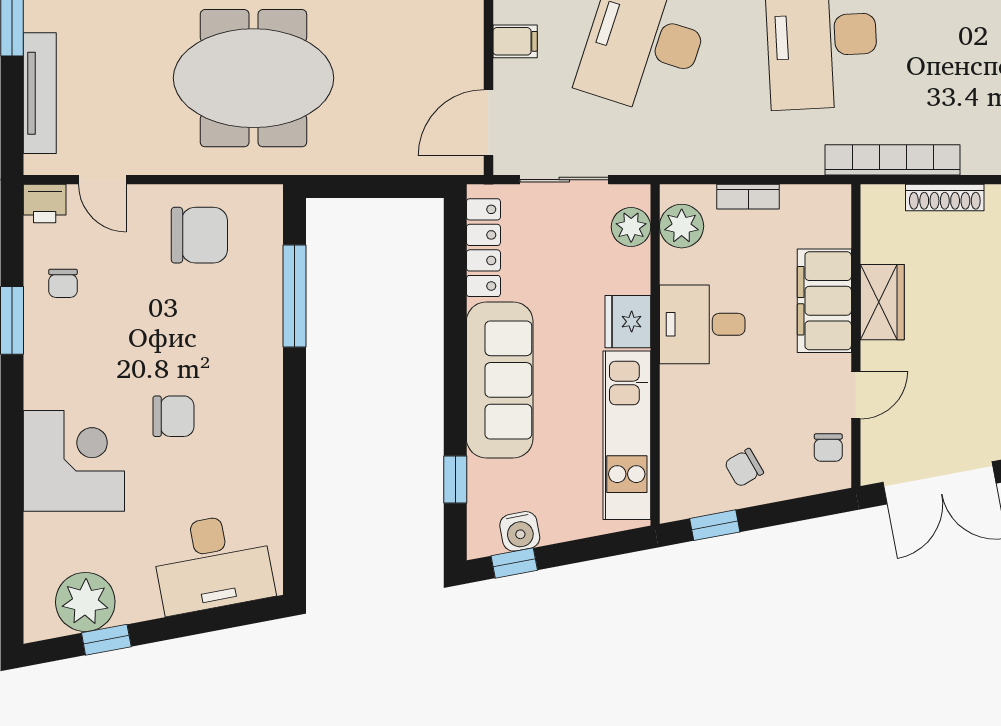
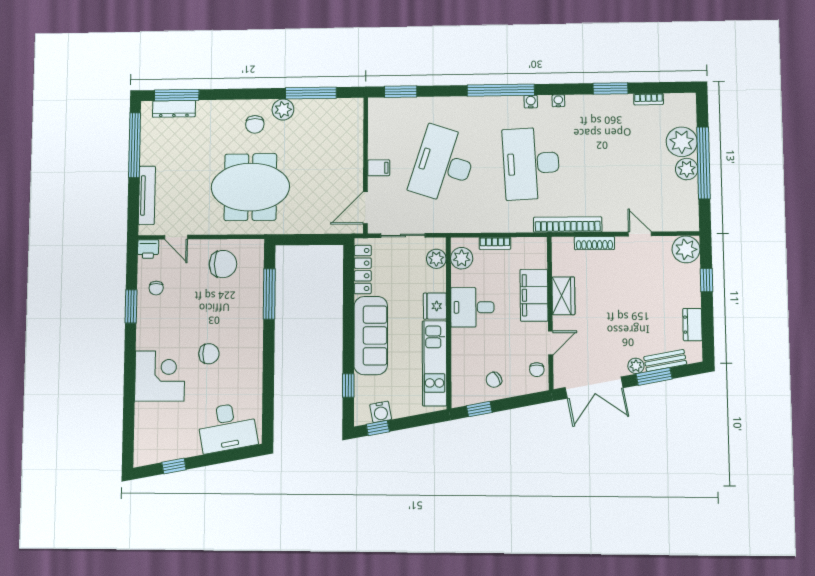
plant: (85, 602) -> (164, 447), removed

